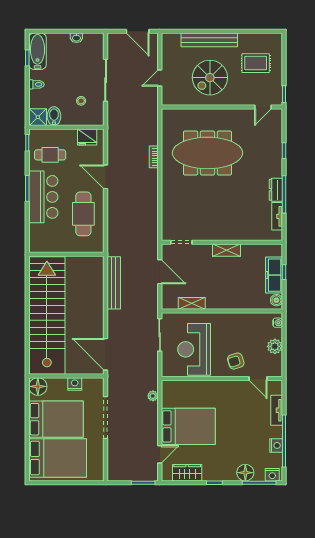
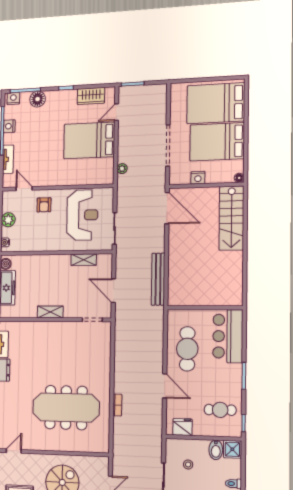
bar counter: (43, 197) -> (228, 336), moved
stairs: (47, 315) -> (231, 218), width x0.54, depth x0.66
armchair: (236, 361) -> (44, 205), turned 108
floor lamp: (38, 386) -> (239, 178), width x0.53, depth x0.53

